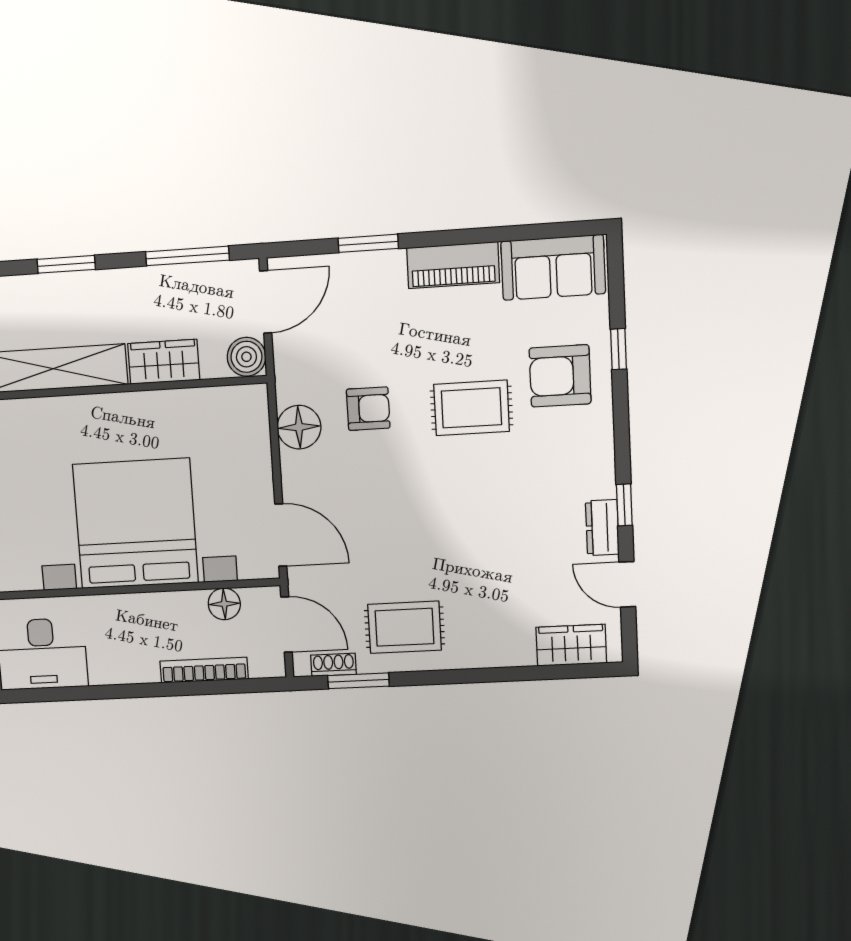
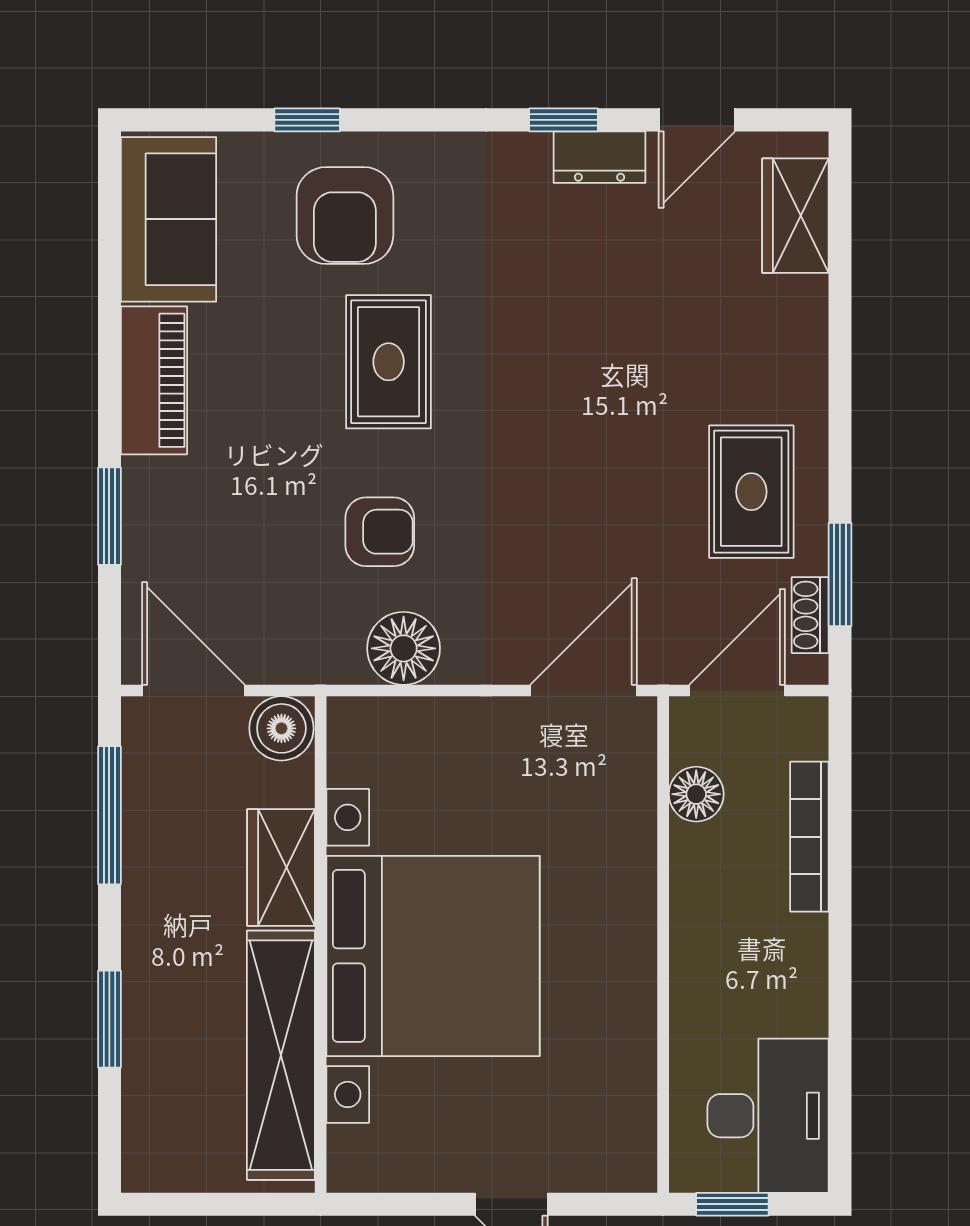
armchair: (368, 409) -> (380, 532), turned 90
bed with nightstands: (136, 524) -> (433, 956), moved, turned 180

